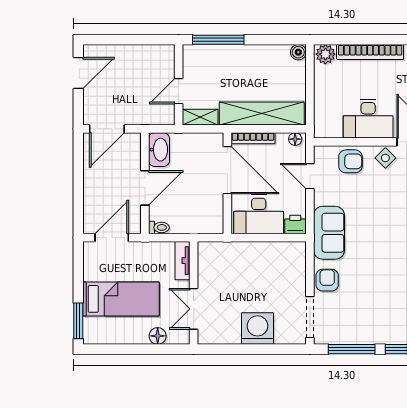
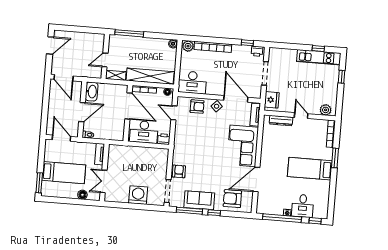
desk: (368, 119) -> (192, 82), moved
door: (107, 129) -> (64, 78), hinge flipped
sofa: (329, 233) -> (199, 200), moved, turned -90
door: (112, 238) -> (61, 138), hinge flipped

